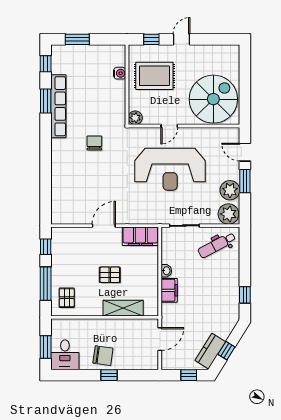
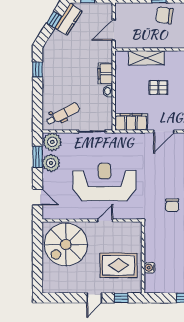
plant: (135, 118) -> (136, 228), removed
window: (245, 181) -> (38, 157), moved

